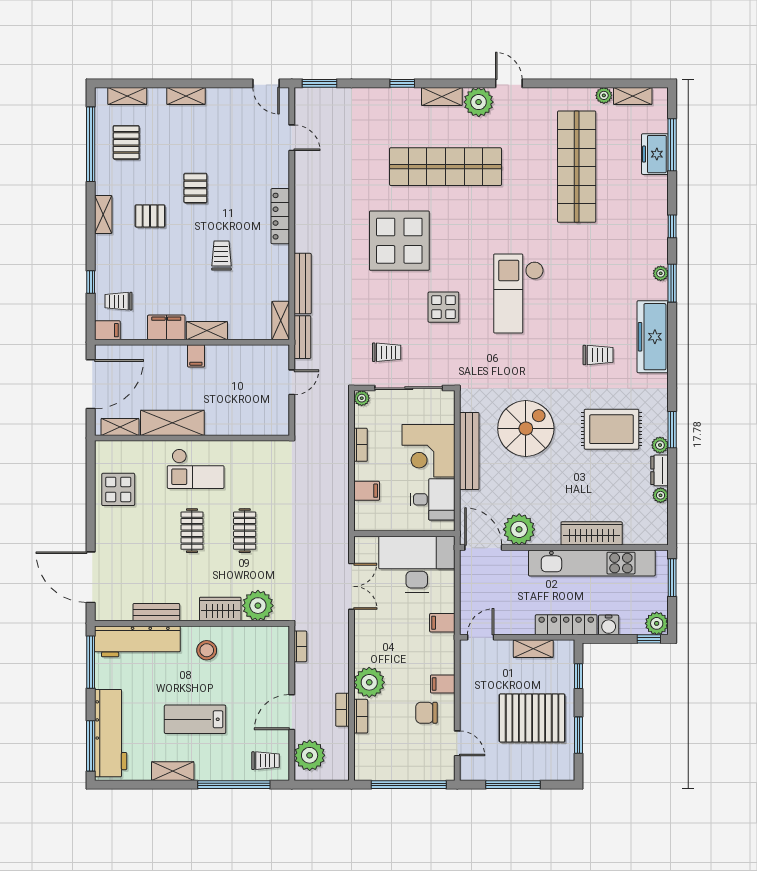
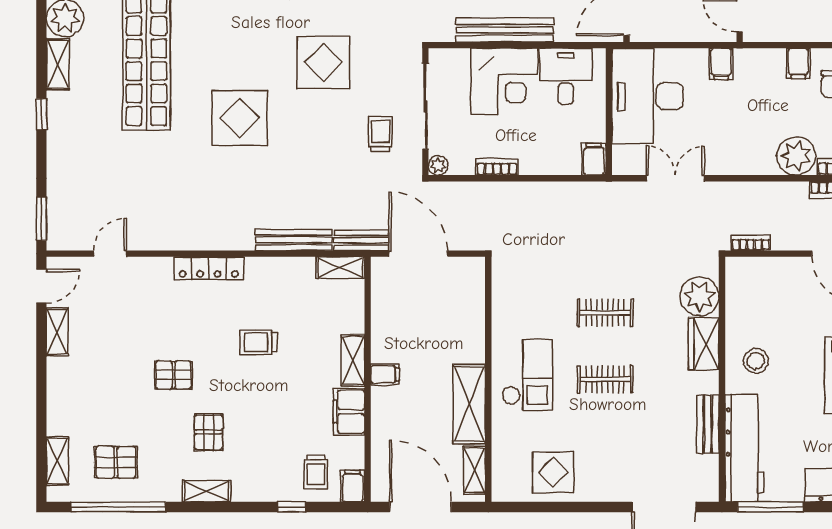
shelving: (186, 96) -> (57, 332), moved
display table: (399, 241) -> (240, 118), width x0.73, depth x0.73
display table: (443, 307) -> (323, 62), width x1.36, depth x1.36
door: (292, 382) -> (418, 254), width x1.87
filing cabinet: (367, 491) -> (594, 159), moved

